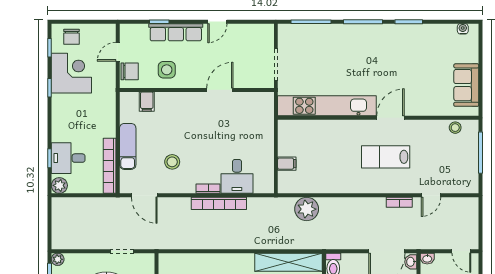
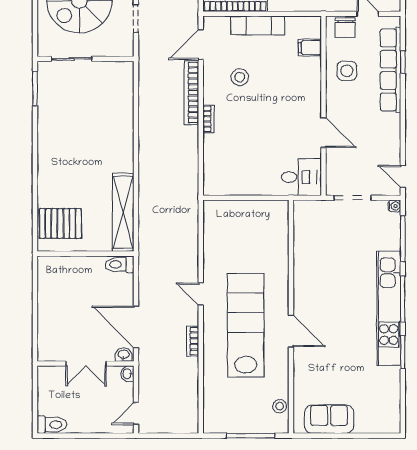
door: (217, 22) -> (403, 176), moved
water cooler: (463, 29) -> (394, 206), moved
row of seats: (176, 32) -> (390, 70), width x1.36
kitchen unit: (327, 106) -> (389, 308), moved, turned 180
lab bench: (386, 157) -> (246, 325), width x1.86, depth x1.39
filing cabinet: (287, 164) -> (238, 210), removed
desk: (237, 176) -> (301, 177), moved, turned 180
door: (431, 195) -> (201, 294), moved
bookcase: (219, 203) -> (191, 93), moved
plant: (307, 209) -> (185, 233), removed

